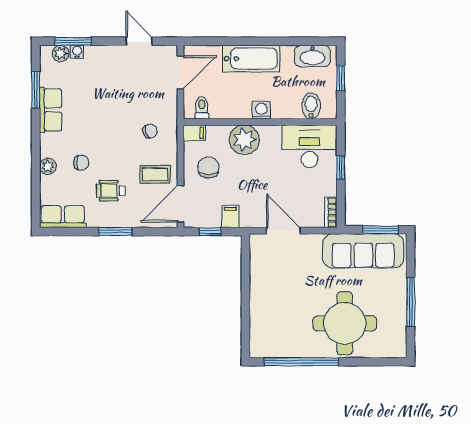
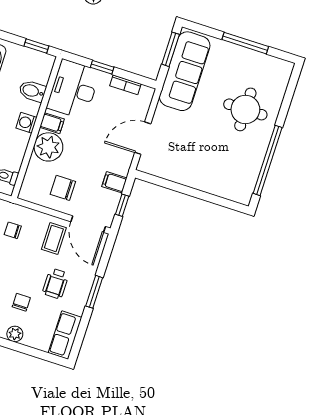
window: (341, 78) -> (36, 46), moved
bidet: (311, 106) -> (32, 91), moved
chair: (150, 131) -> (13, 230), turned -67
filing cabinet: (194, 133) -> (52, 123), moved, turned 90
bookcase: (331, 212) -> (125, 85), moved
round table: (345, 323) -> (245, 109), width x0.73, depth x0.73

